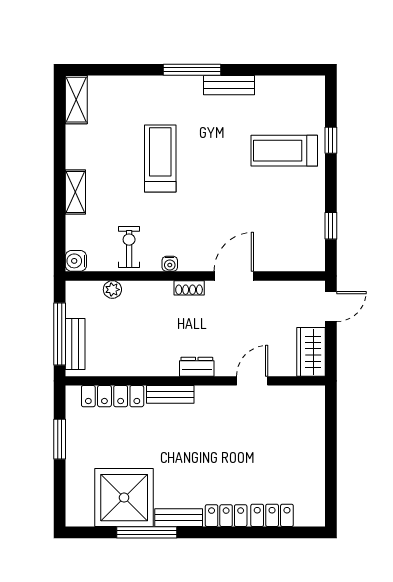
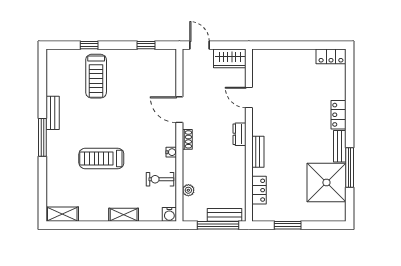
locker: (113, 396) -> (259, 190), width x0.66
locker: (272, 515) -> (331, 56), moved, turned -90

